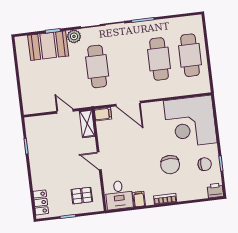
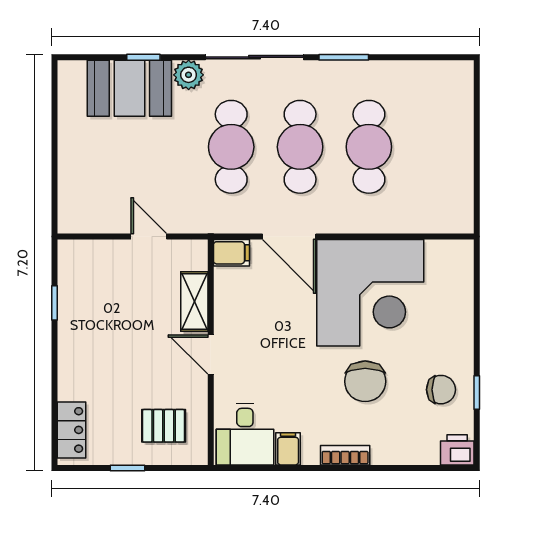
cafe table: (190, 55) -> (300, 147), moved
corner desk: (190, 122) -> (370, 293), moved, turned -90
shelving: (87, 124) -> (194, 302), moved

